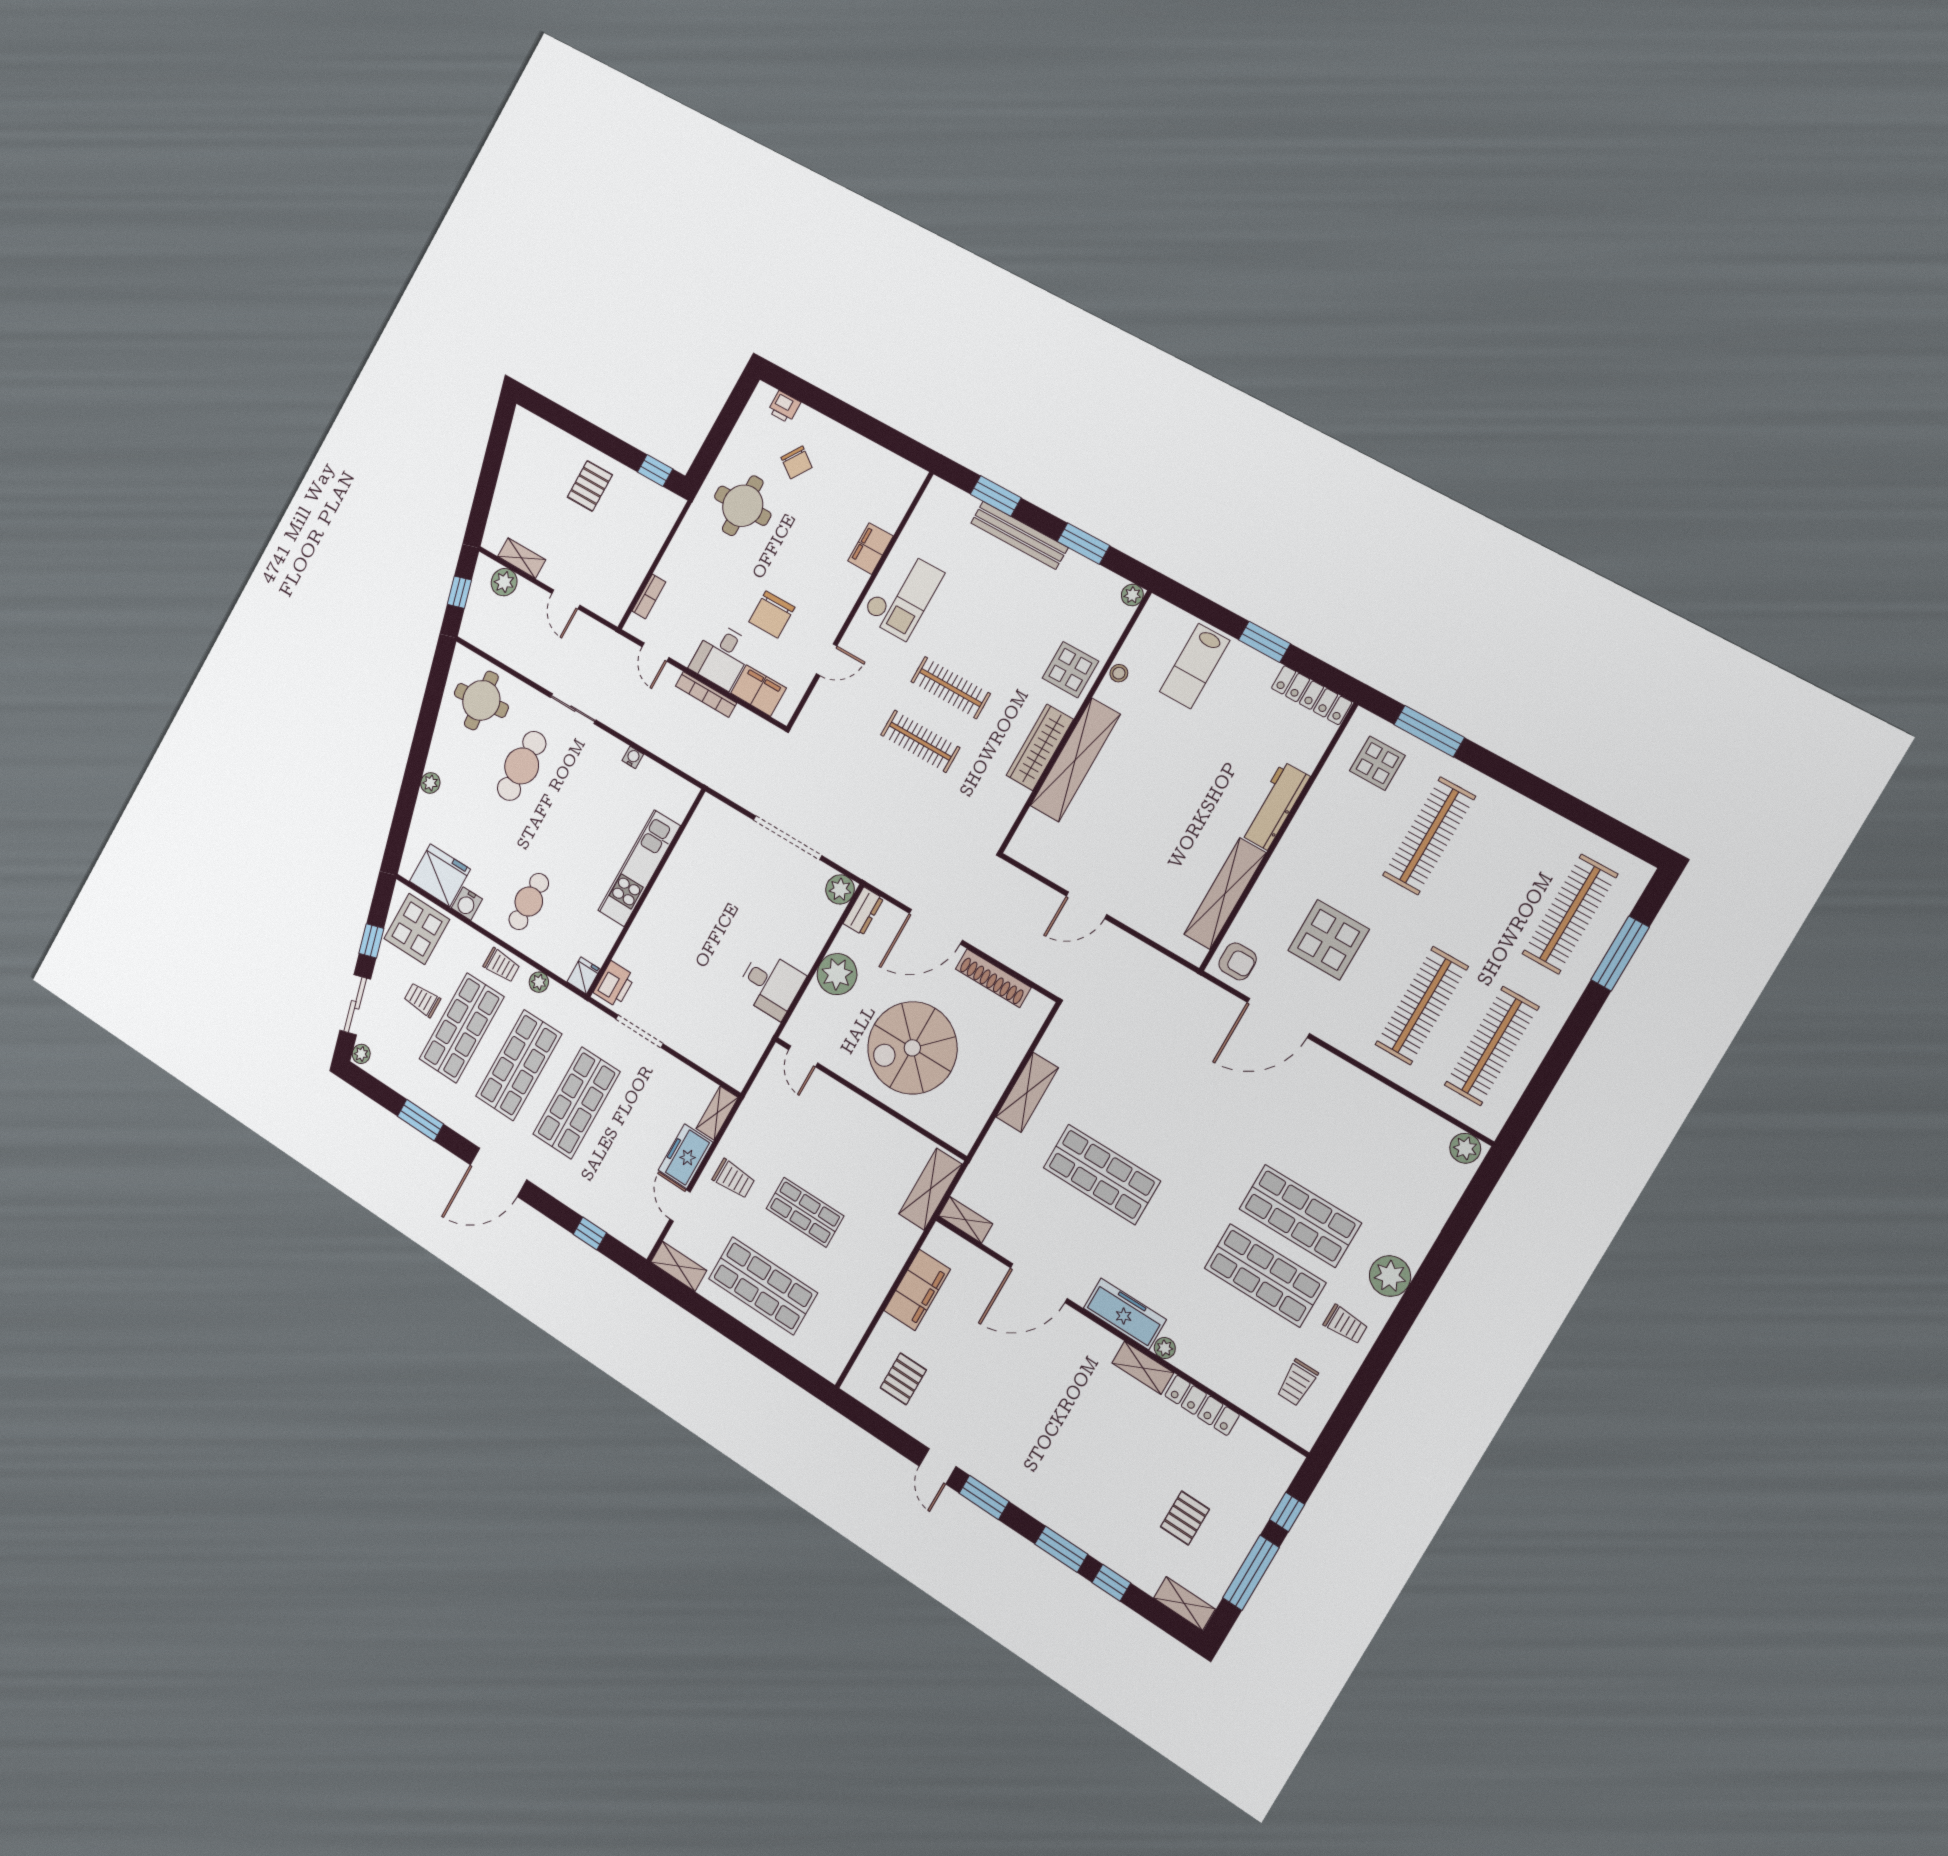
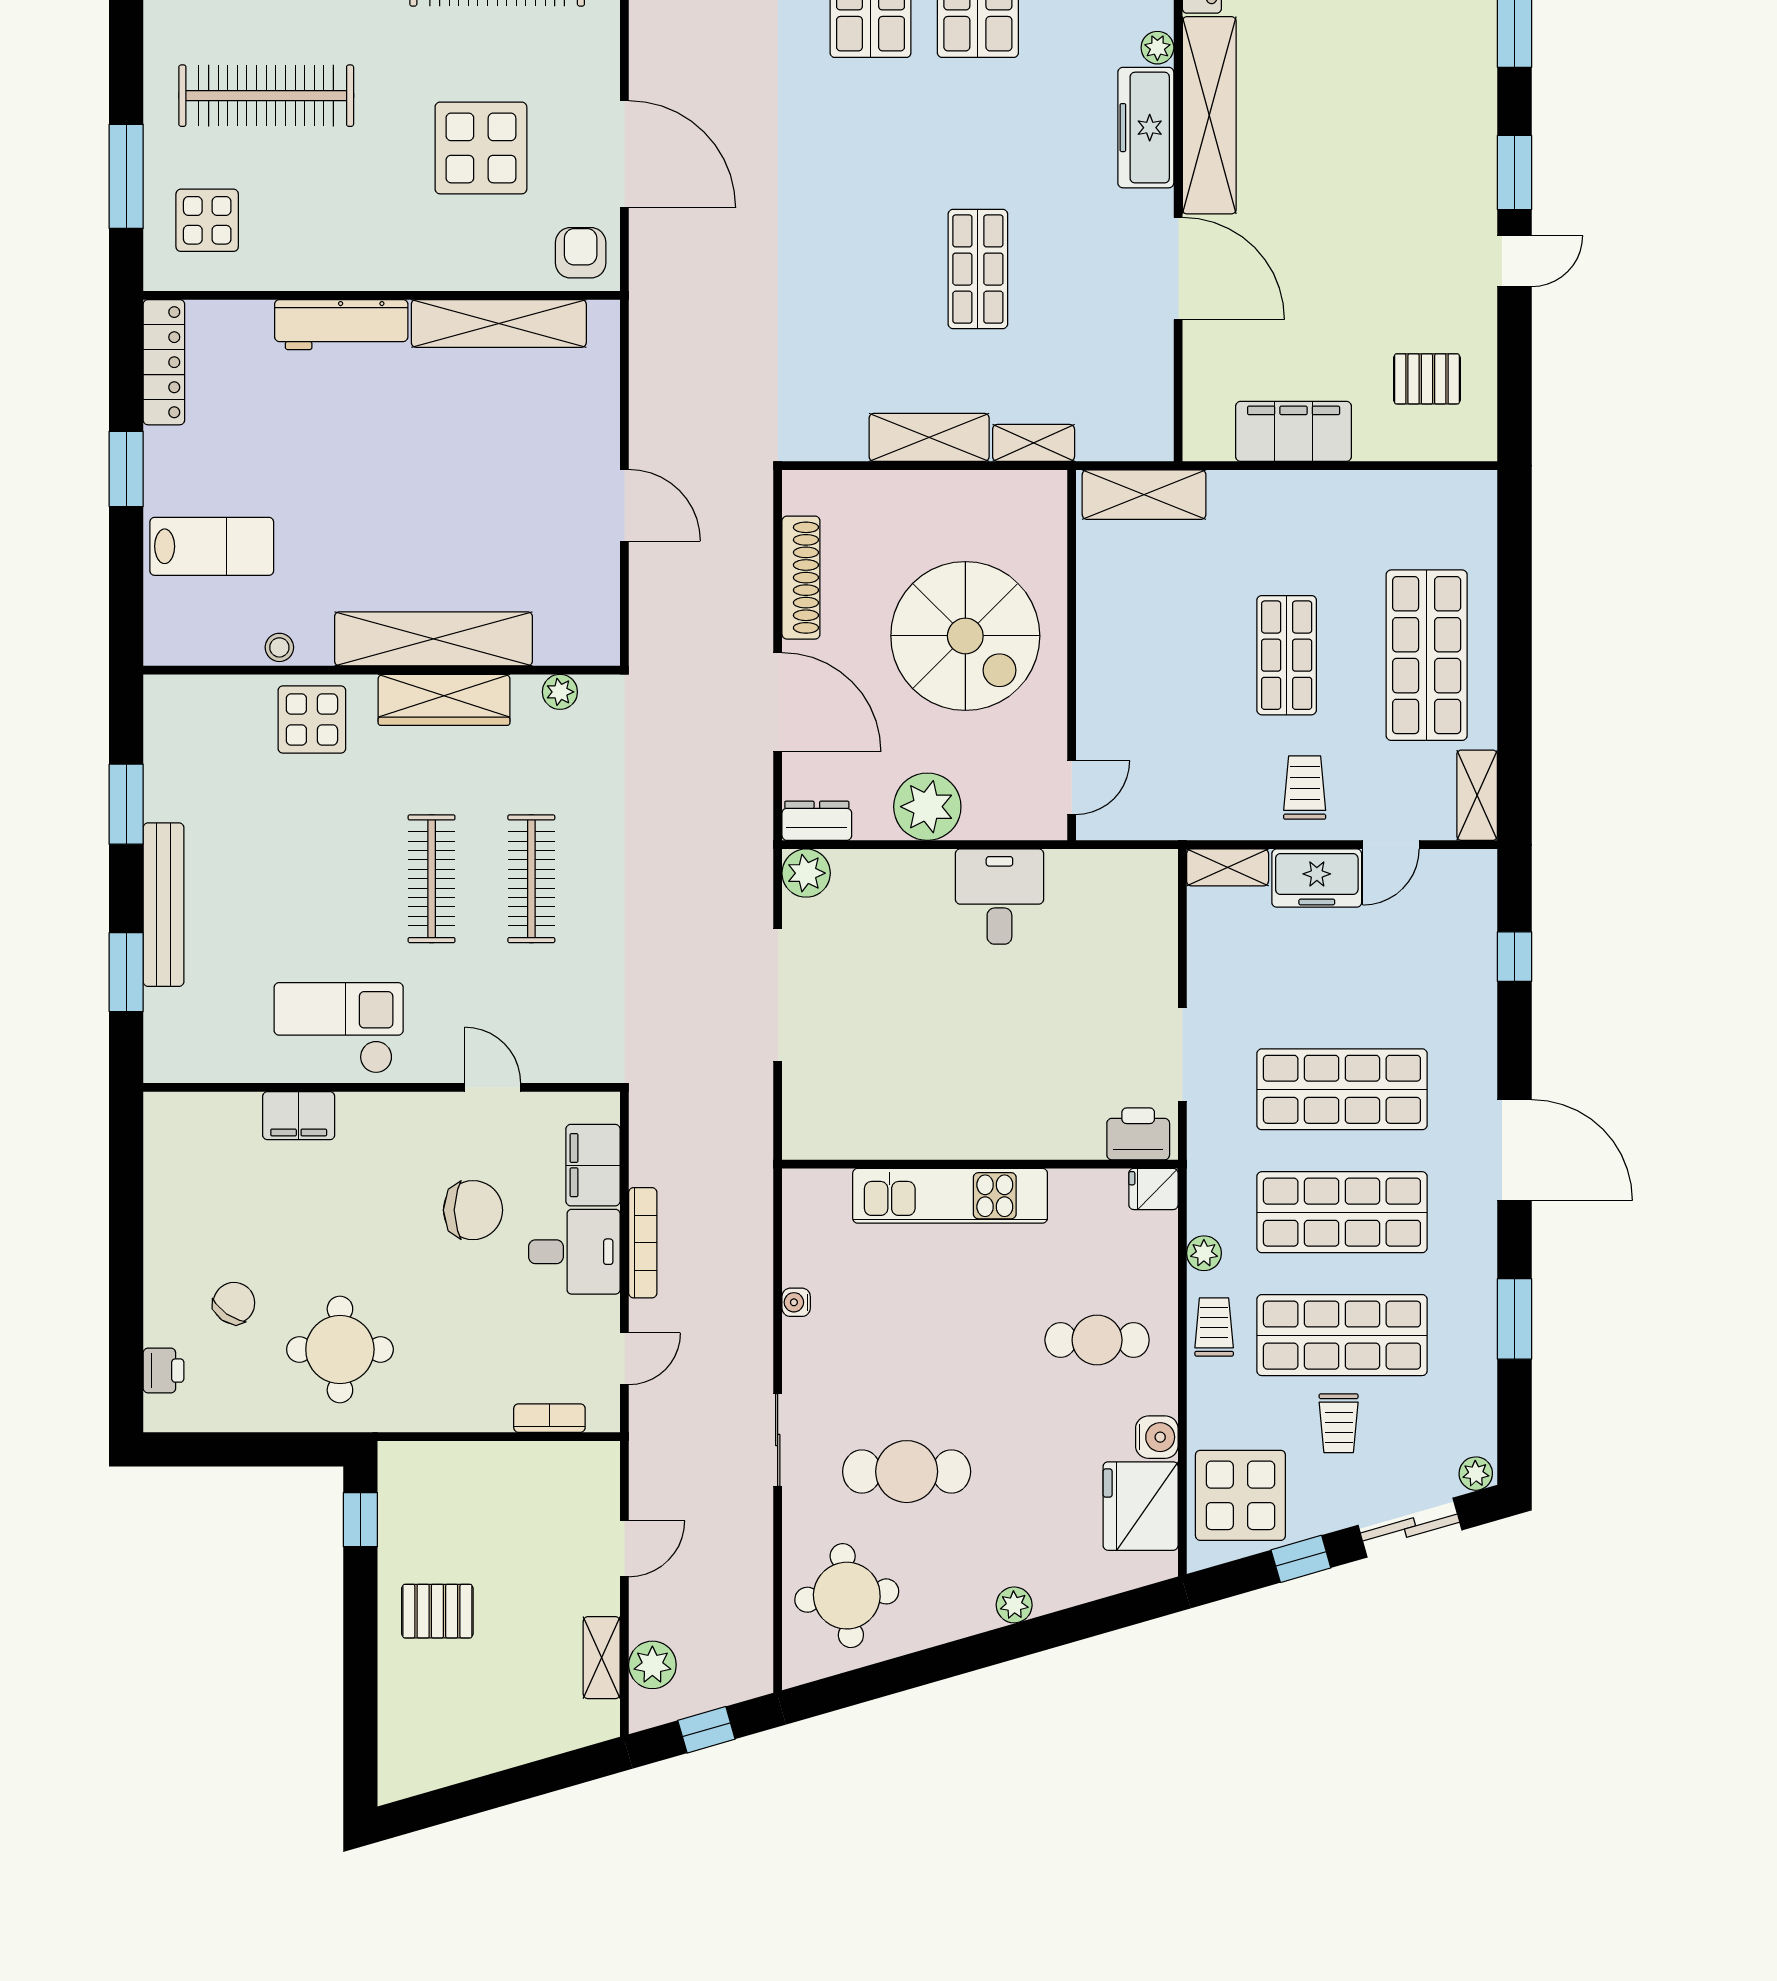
plant: (1132, 595) -> (560, 692), moved
shop shelf: (1102, 1174) -> (978, 269), width x0.70, depth x0.74
shelving: (966, 1220) -> (1034, 443), moved, turned 90
shelving: (1143, 1368) -> (1209, 115), width x2.20, depth x1.33

